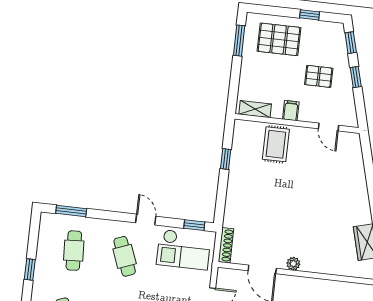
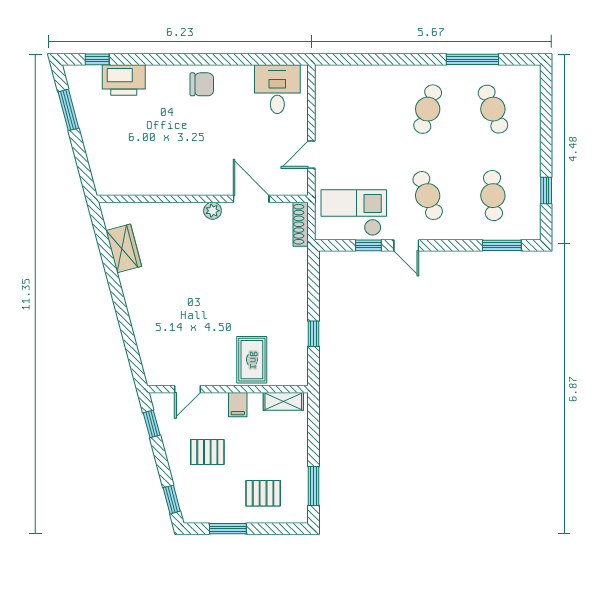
window: (310, 15) -> (228, 529), width x1.50
pallet: (279, 39) -> (263, 493), width x0.67, depth x0.71
window: (356, 77) -> (152, 424), moved
door: (329, 127) -> (188, 389), swing flipped
window: (194, 225) -> (368, 245), moved
window: (30, 269) -> (546, 191), moved

